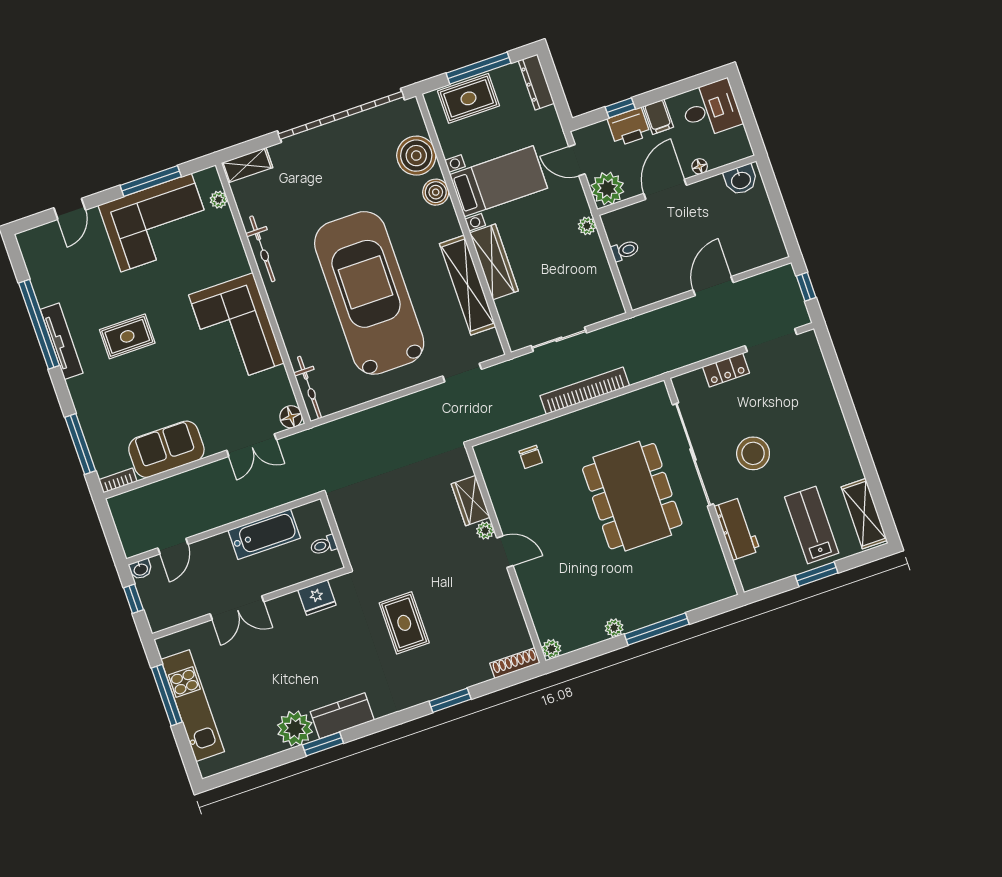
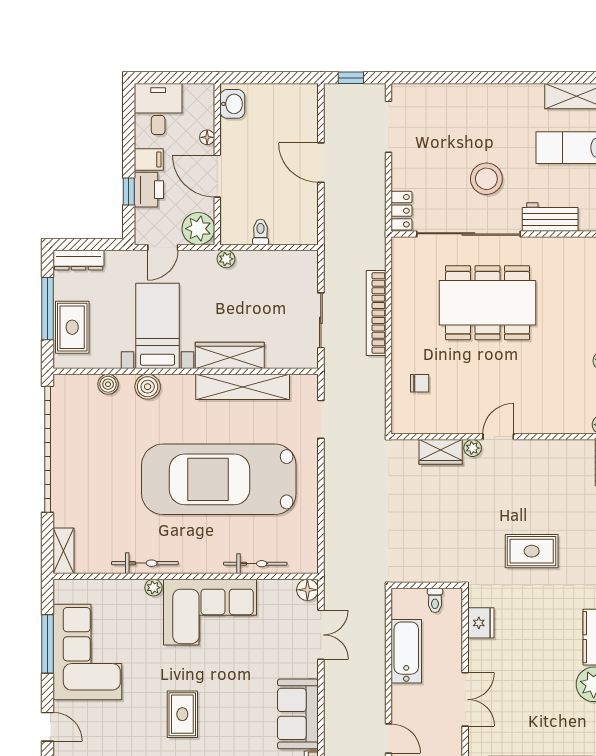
boiler: (416, 156) -> (108, 384), width x0.54, depth x0.54
plant: (219, 200) -> (153, 588), moved
locker: (726, 370) -> (402, 211), moved
bicycle: (309, 388) -> (255, 564), moved

